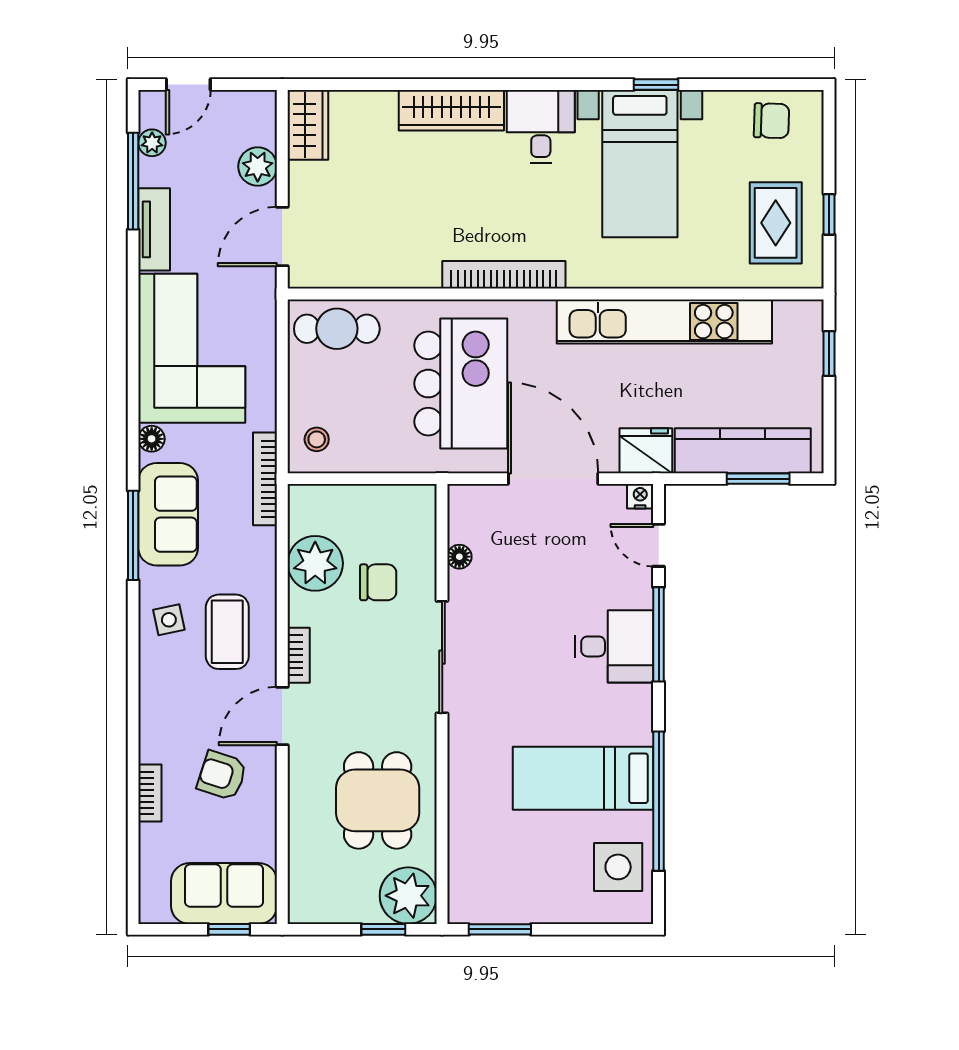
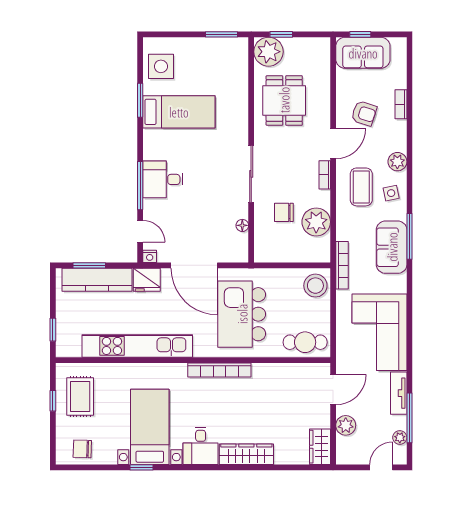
floor lamp: (152, 439) -> (400, 286), removed
stool: (317, 439) -> (315, 286), width x1.89, depth x1.89
plant: (157, 681) -> (397, 162), added
window: (659, 801) -> (140, 100), width x0.47

